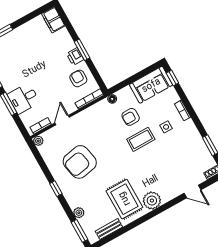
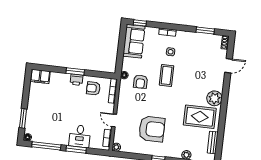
armchair: (131, 117) -> (140, 82), moved
armchair: (80, 162) -> (152, 129), turned -79

